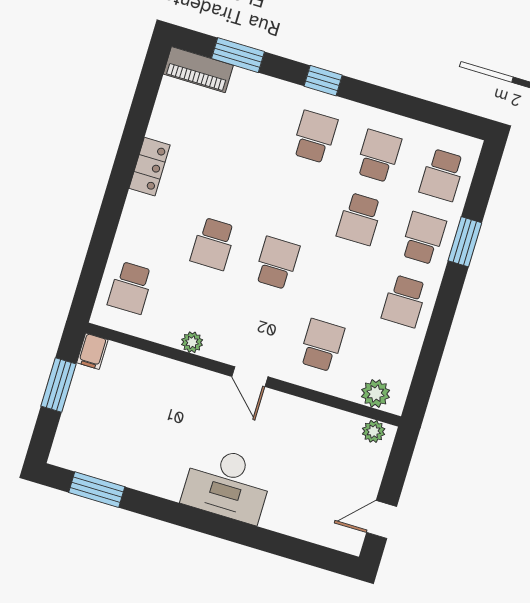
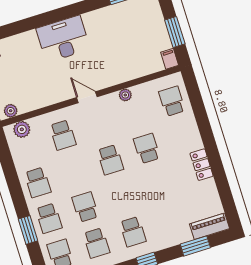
school desk: (404, 301) -> (38, 182), turned 180

